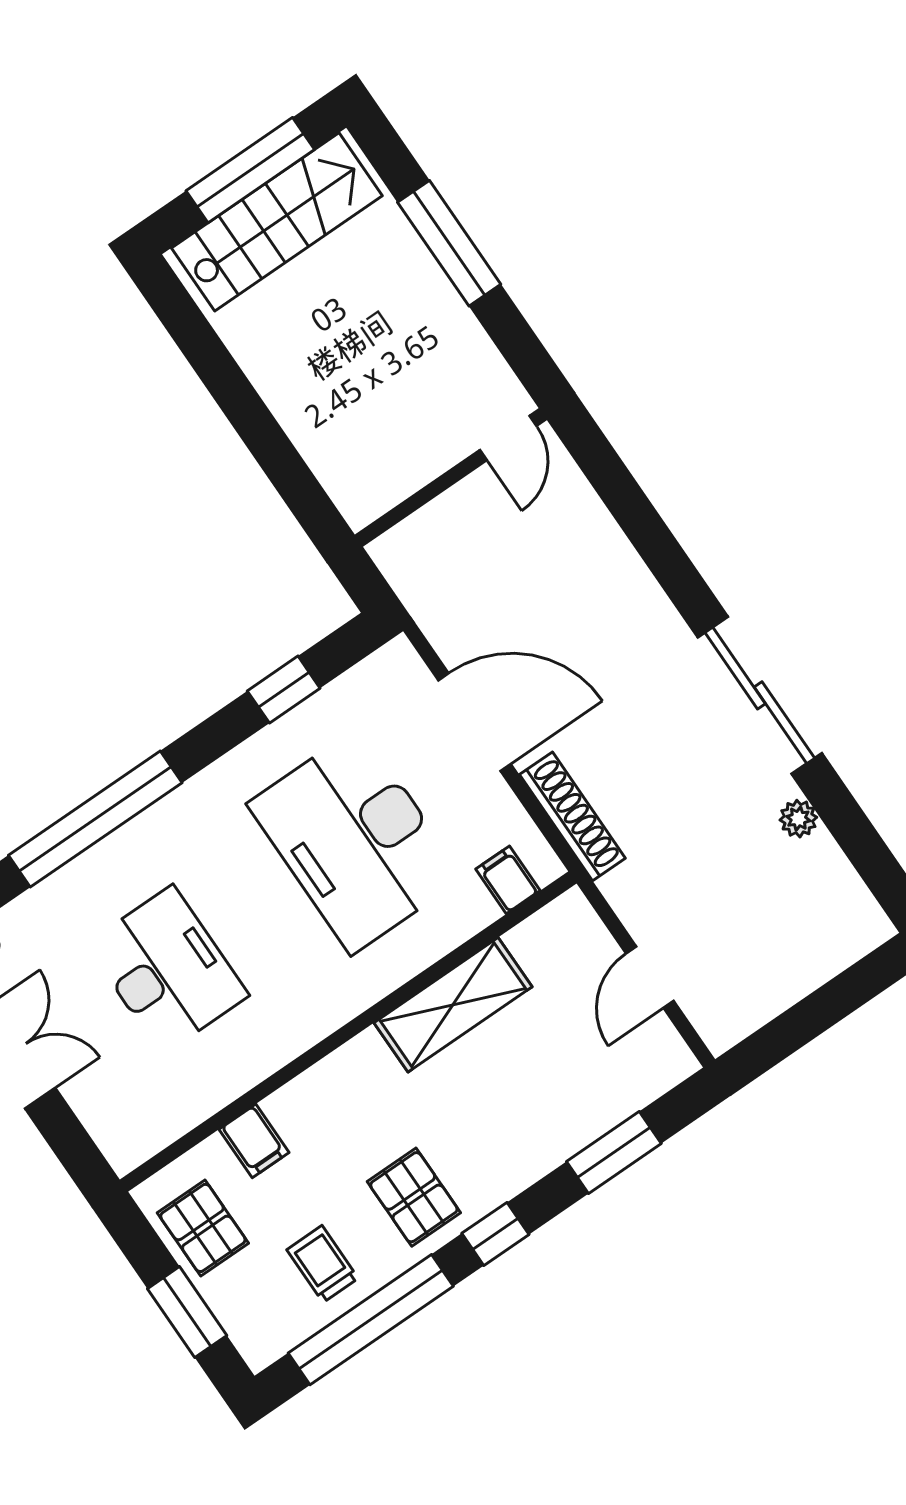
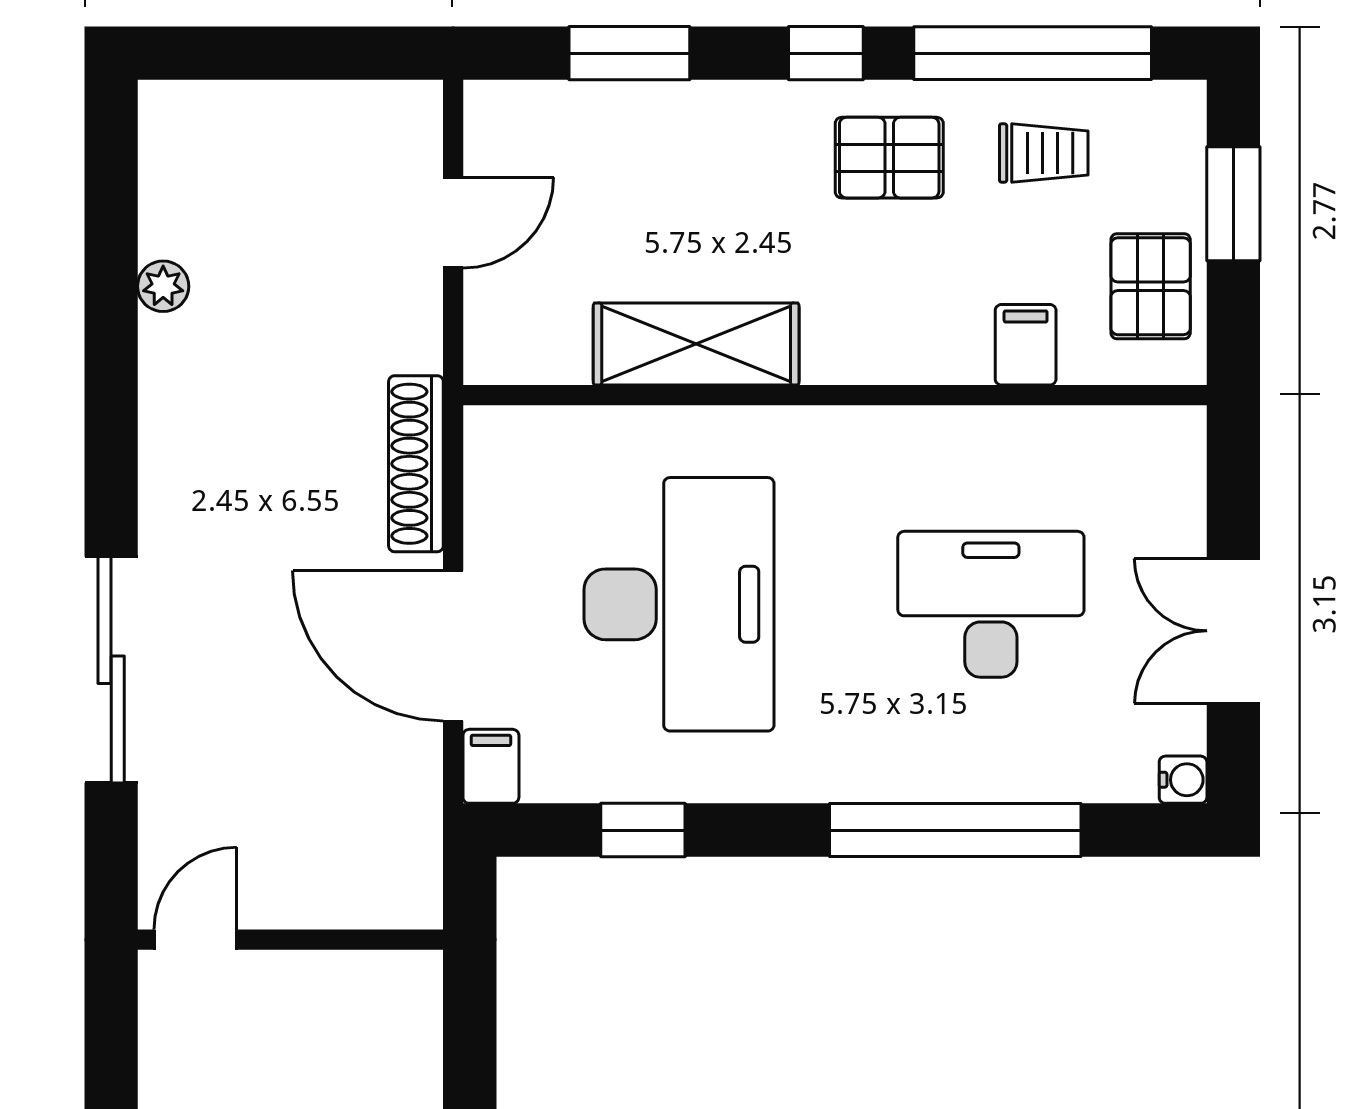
sliding door: (760, 695) -> (111, 670), moved
filing cabinet: (508, 880) -> (491, 766), moved, turned 180
desk: (167, 970) -> (991, 604), turned 90
pallet: (414, 1197) -> (889, 158), turned 90
trolley: (323, 1264) -> (1044, 153), turned -90

